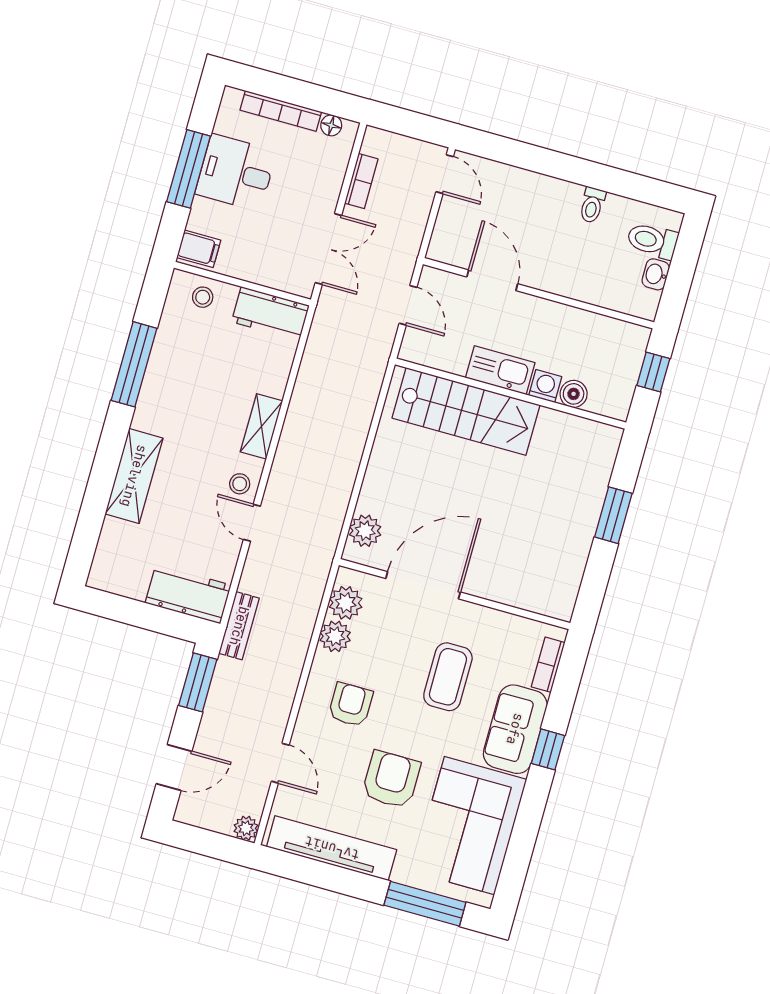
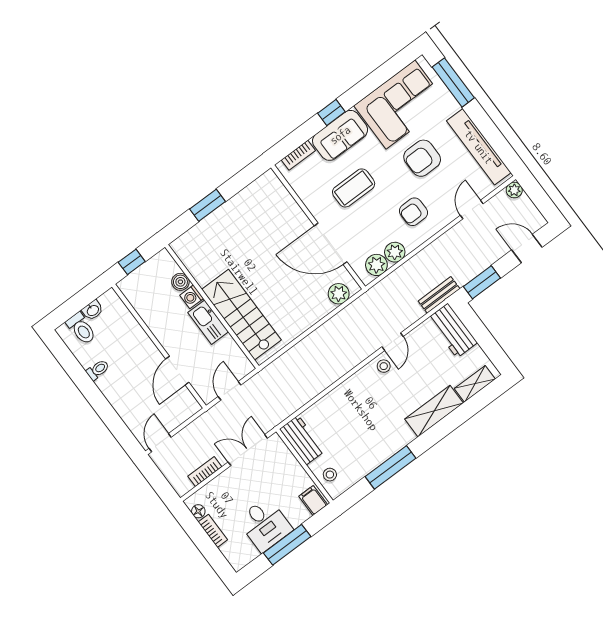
bookcase: (281, 111) -> (213, 531), width x0.64
shelving: (262, 426) -> (475, 384), moved

